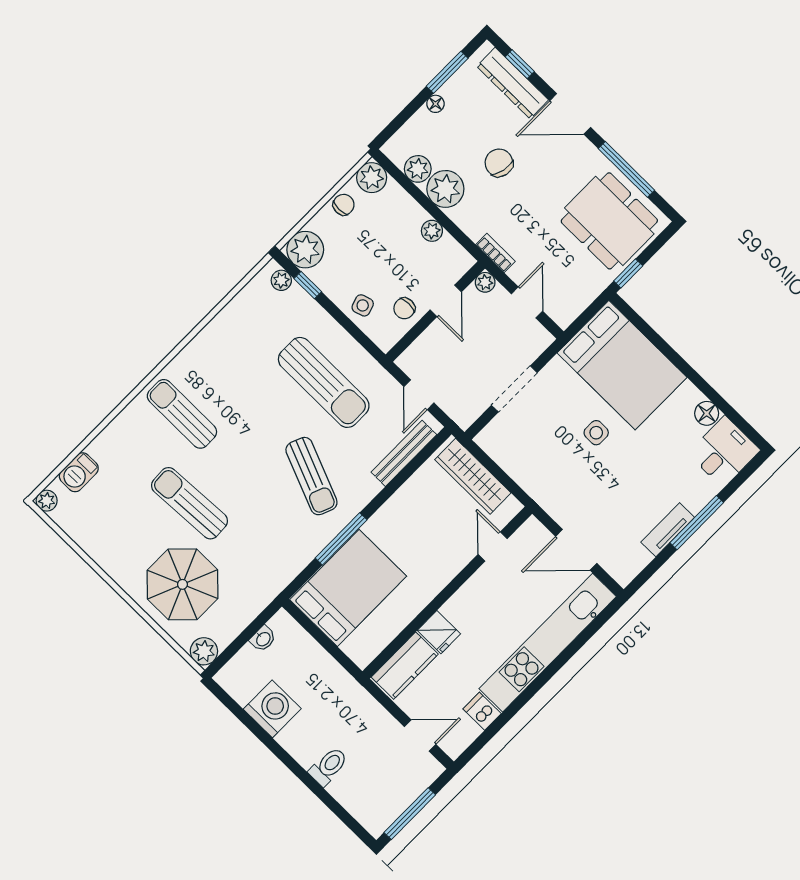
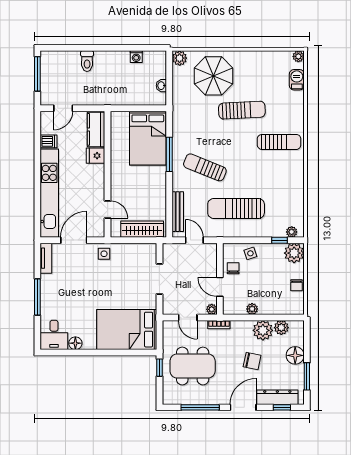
floor lamp: (435, 104) -> (295, 355), width x1.89, depth x1.89
plant: (372, 178) -> (296, 306), removed
dining table: (609, 221) -> (193, 366), moved
side table: (596, 433) -> (104, 254), moved
tv unit: (668, 530) -> (46, 258), moved
washing machine: (272, 709) -> (136, 57), width x0.53, depth x0.53

